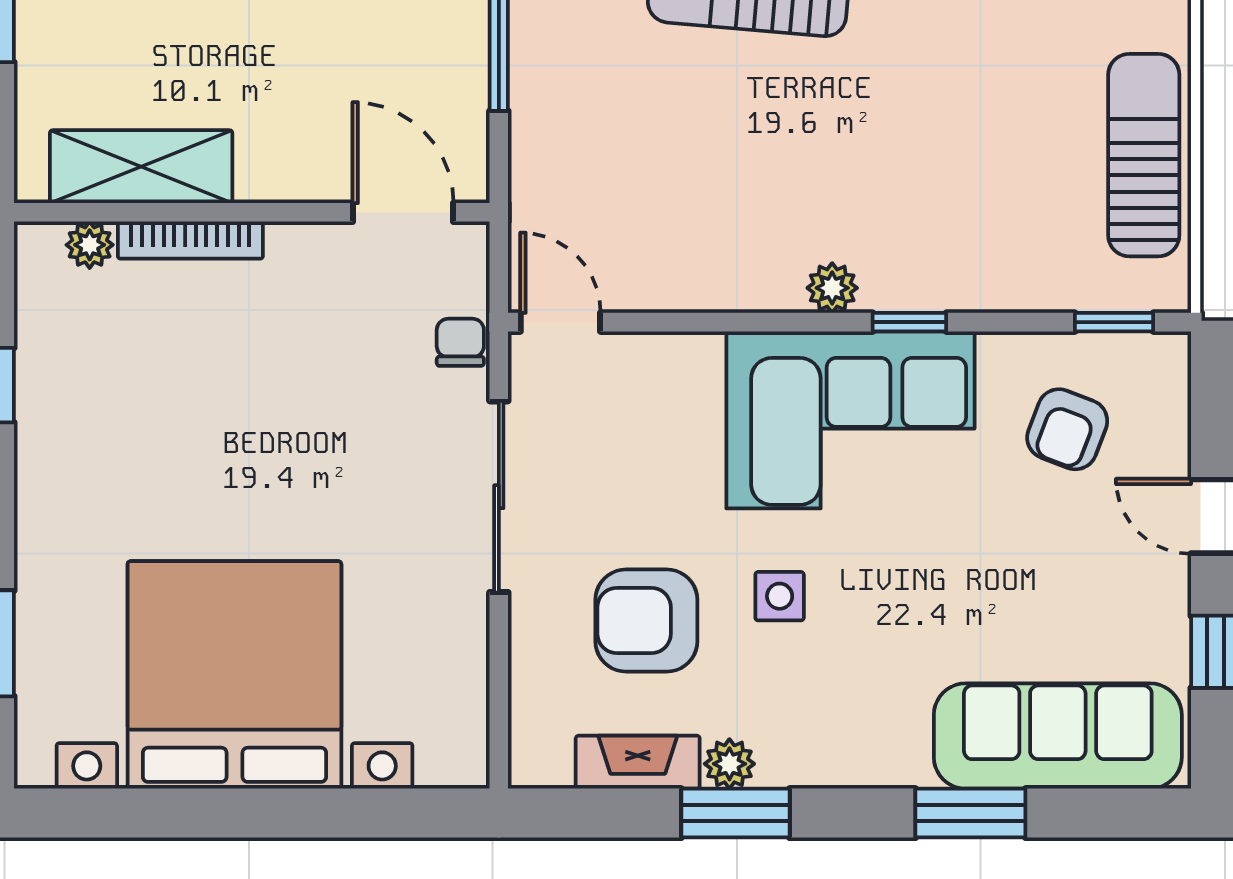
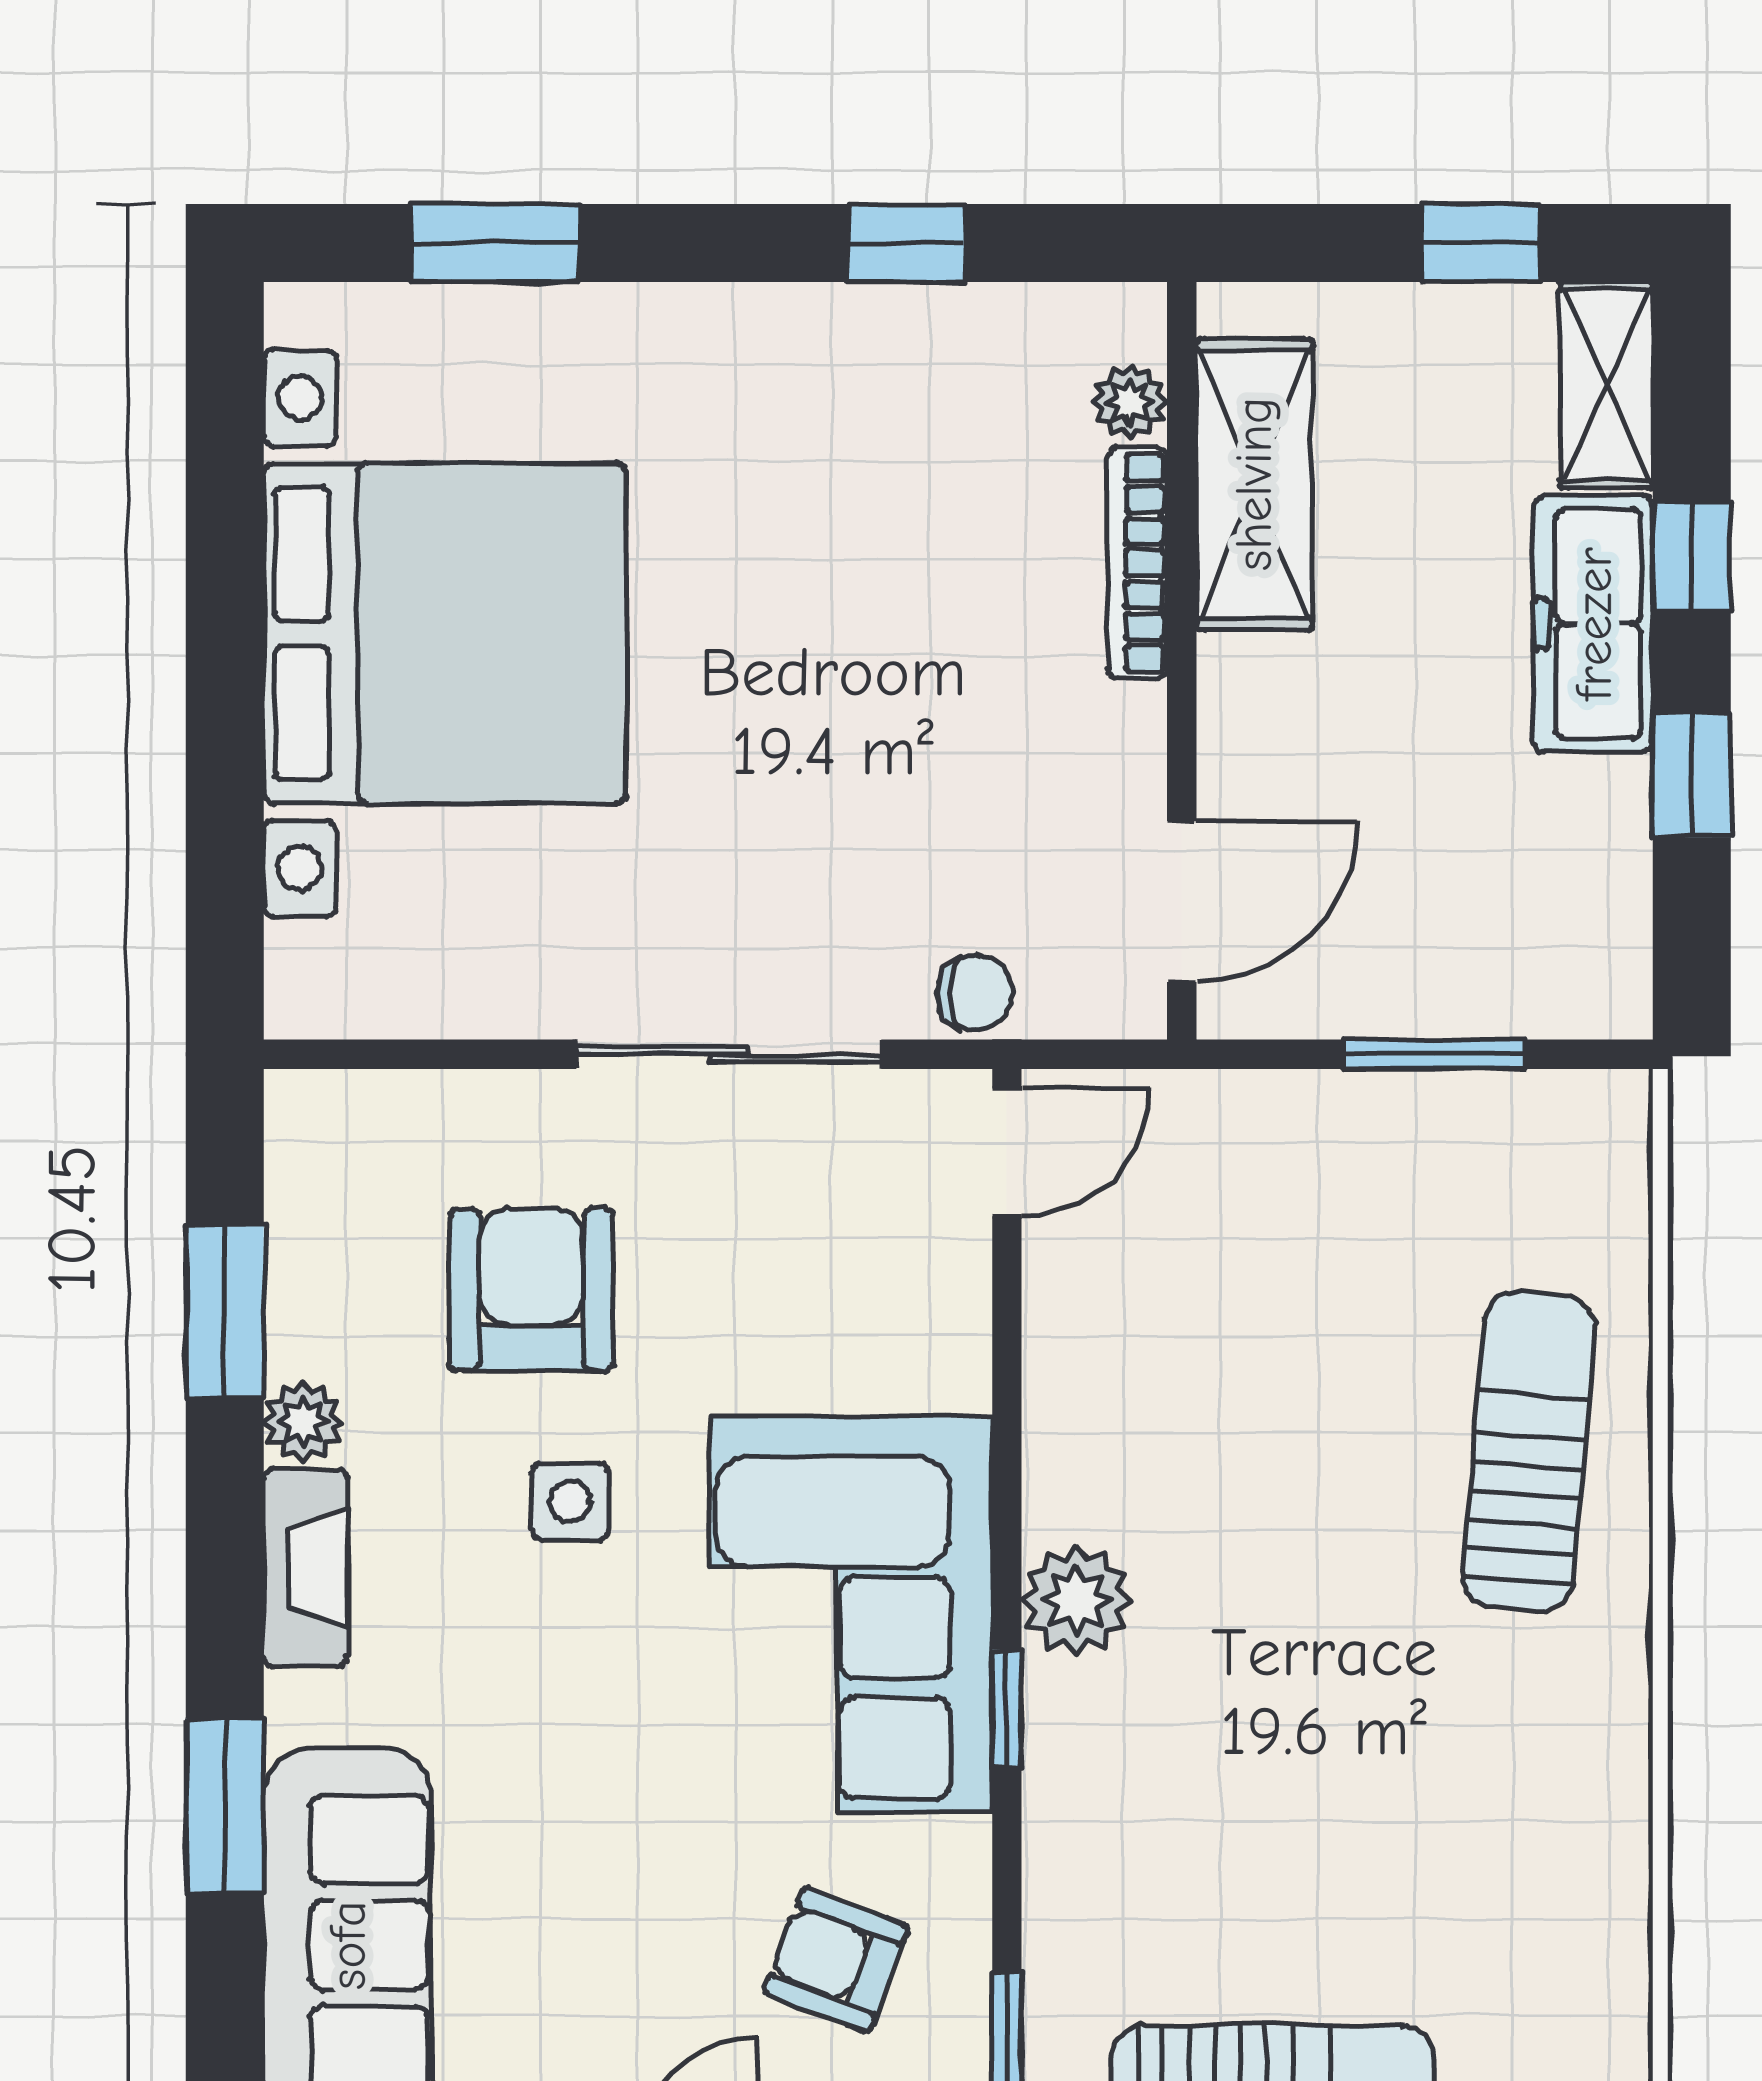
plant: (832, 288) -> (1076, 1600), width x1.38, depth x1.38
fireplace: (638, 762) -> (306, 1568), moved
window: (735, 813) -> (225, 1312), moved

